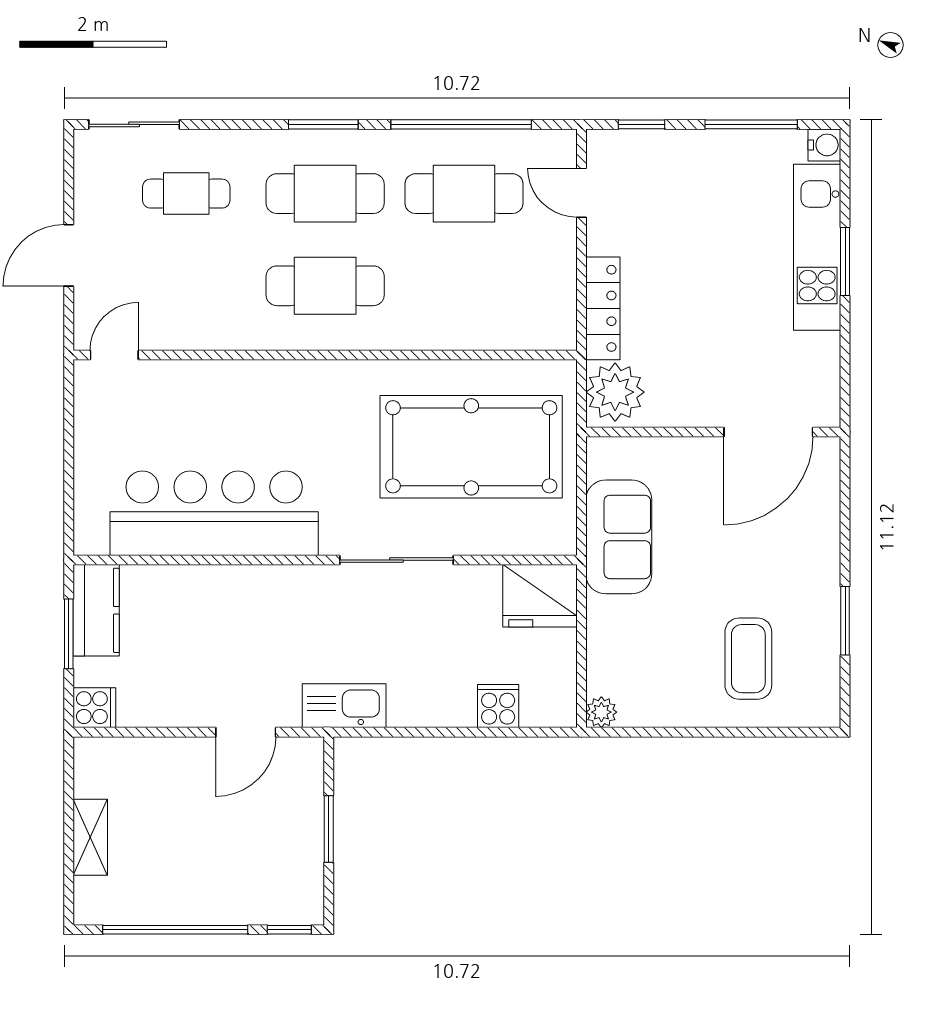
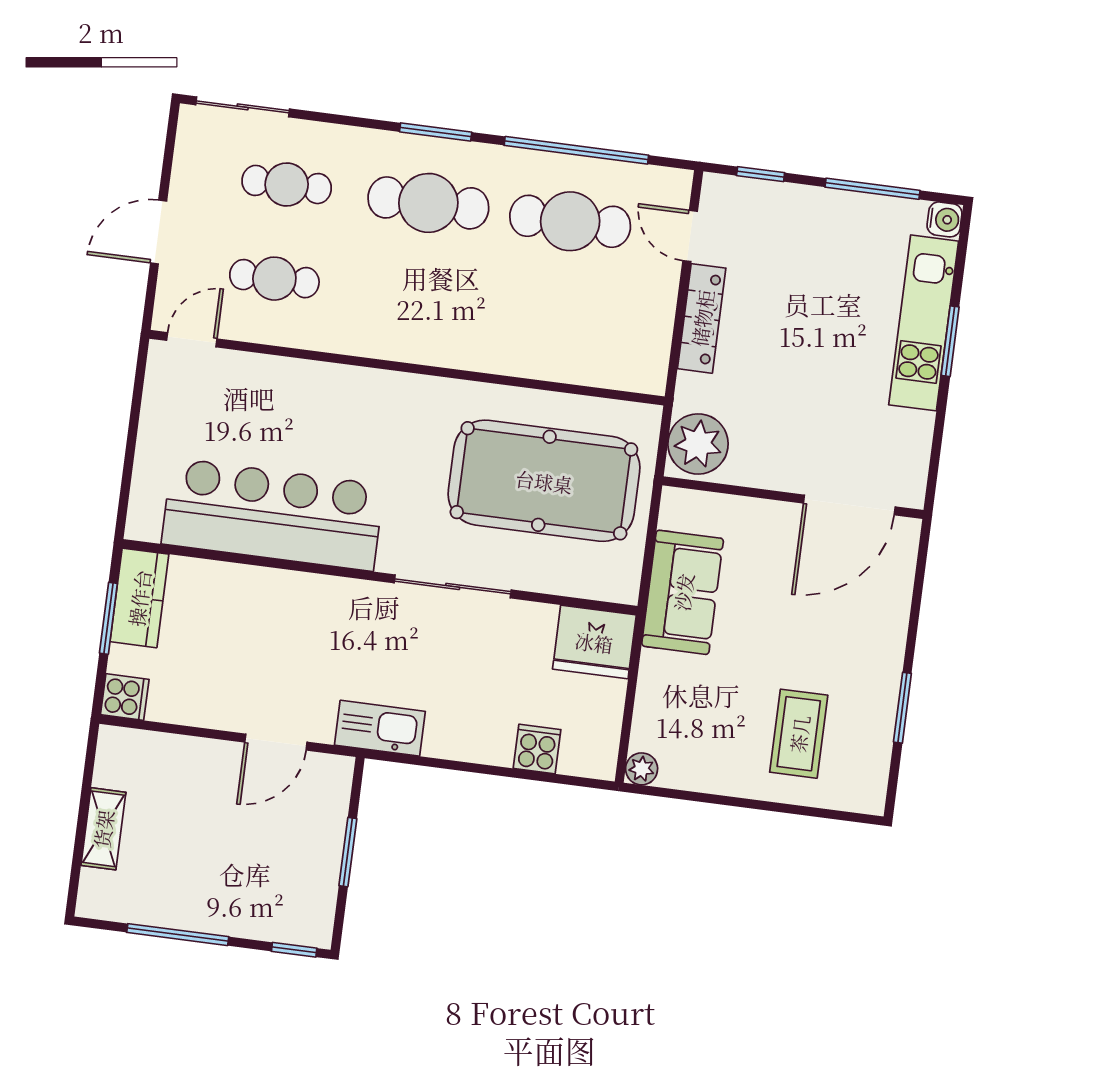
cafe table: (325, 286) -> (274, 279), moved, width x0.73, depth x0.74
locker: (603, 308) -> (702, 318), moved
window: (175, 930) -> (178, 935), width x0.68

